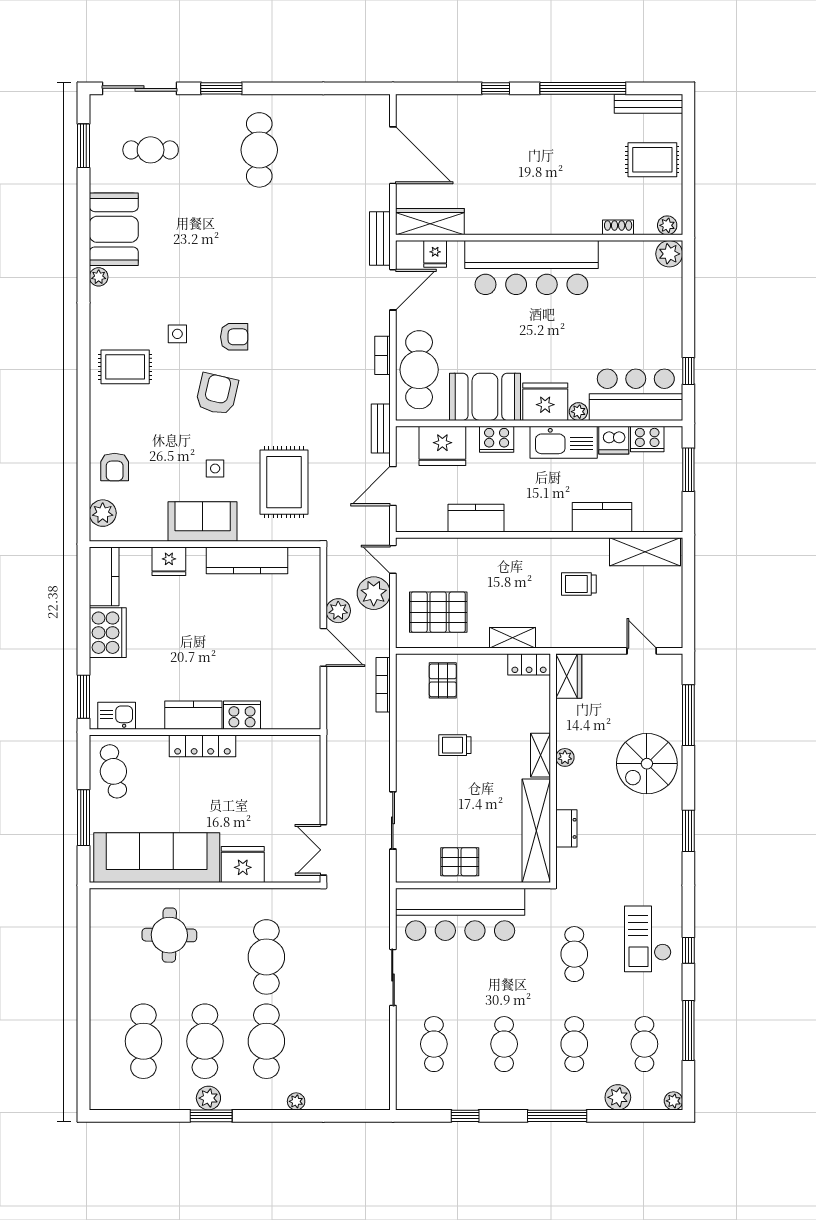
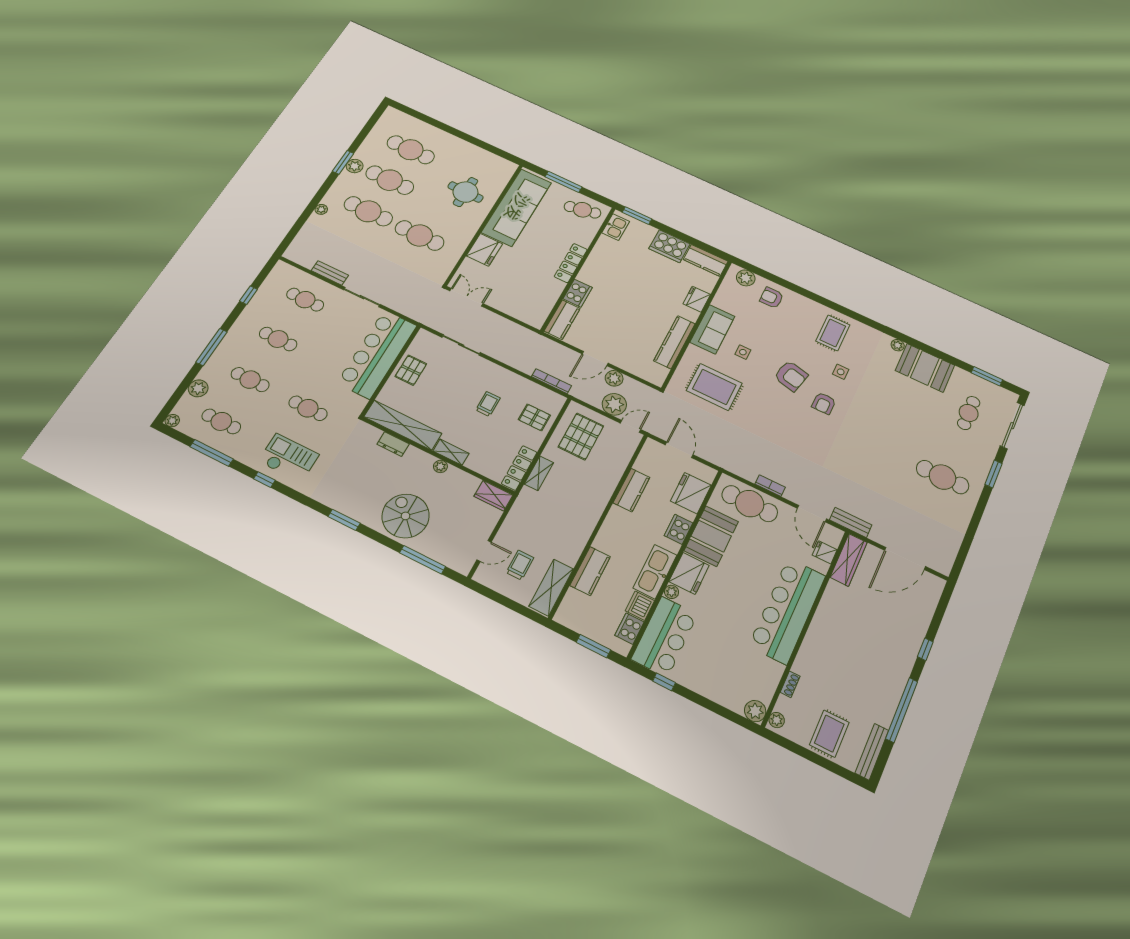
bench: (381, 428) -> (330, 273), moved
trolley: (579, 584) -> (520, 565), moved
locker: (529, 664) -> (519, 468), width x1.53
kitchen counter: (193, 715) -> (562, 320), moved

